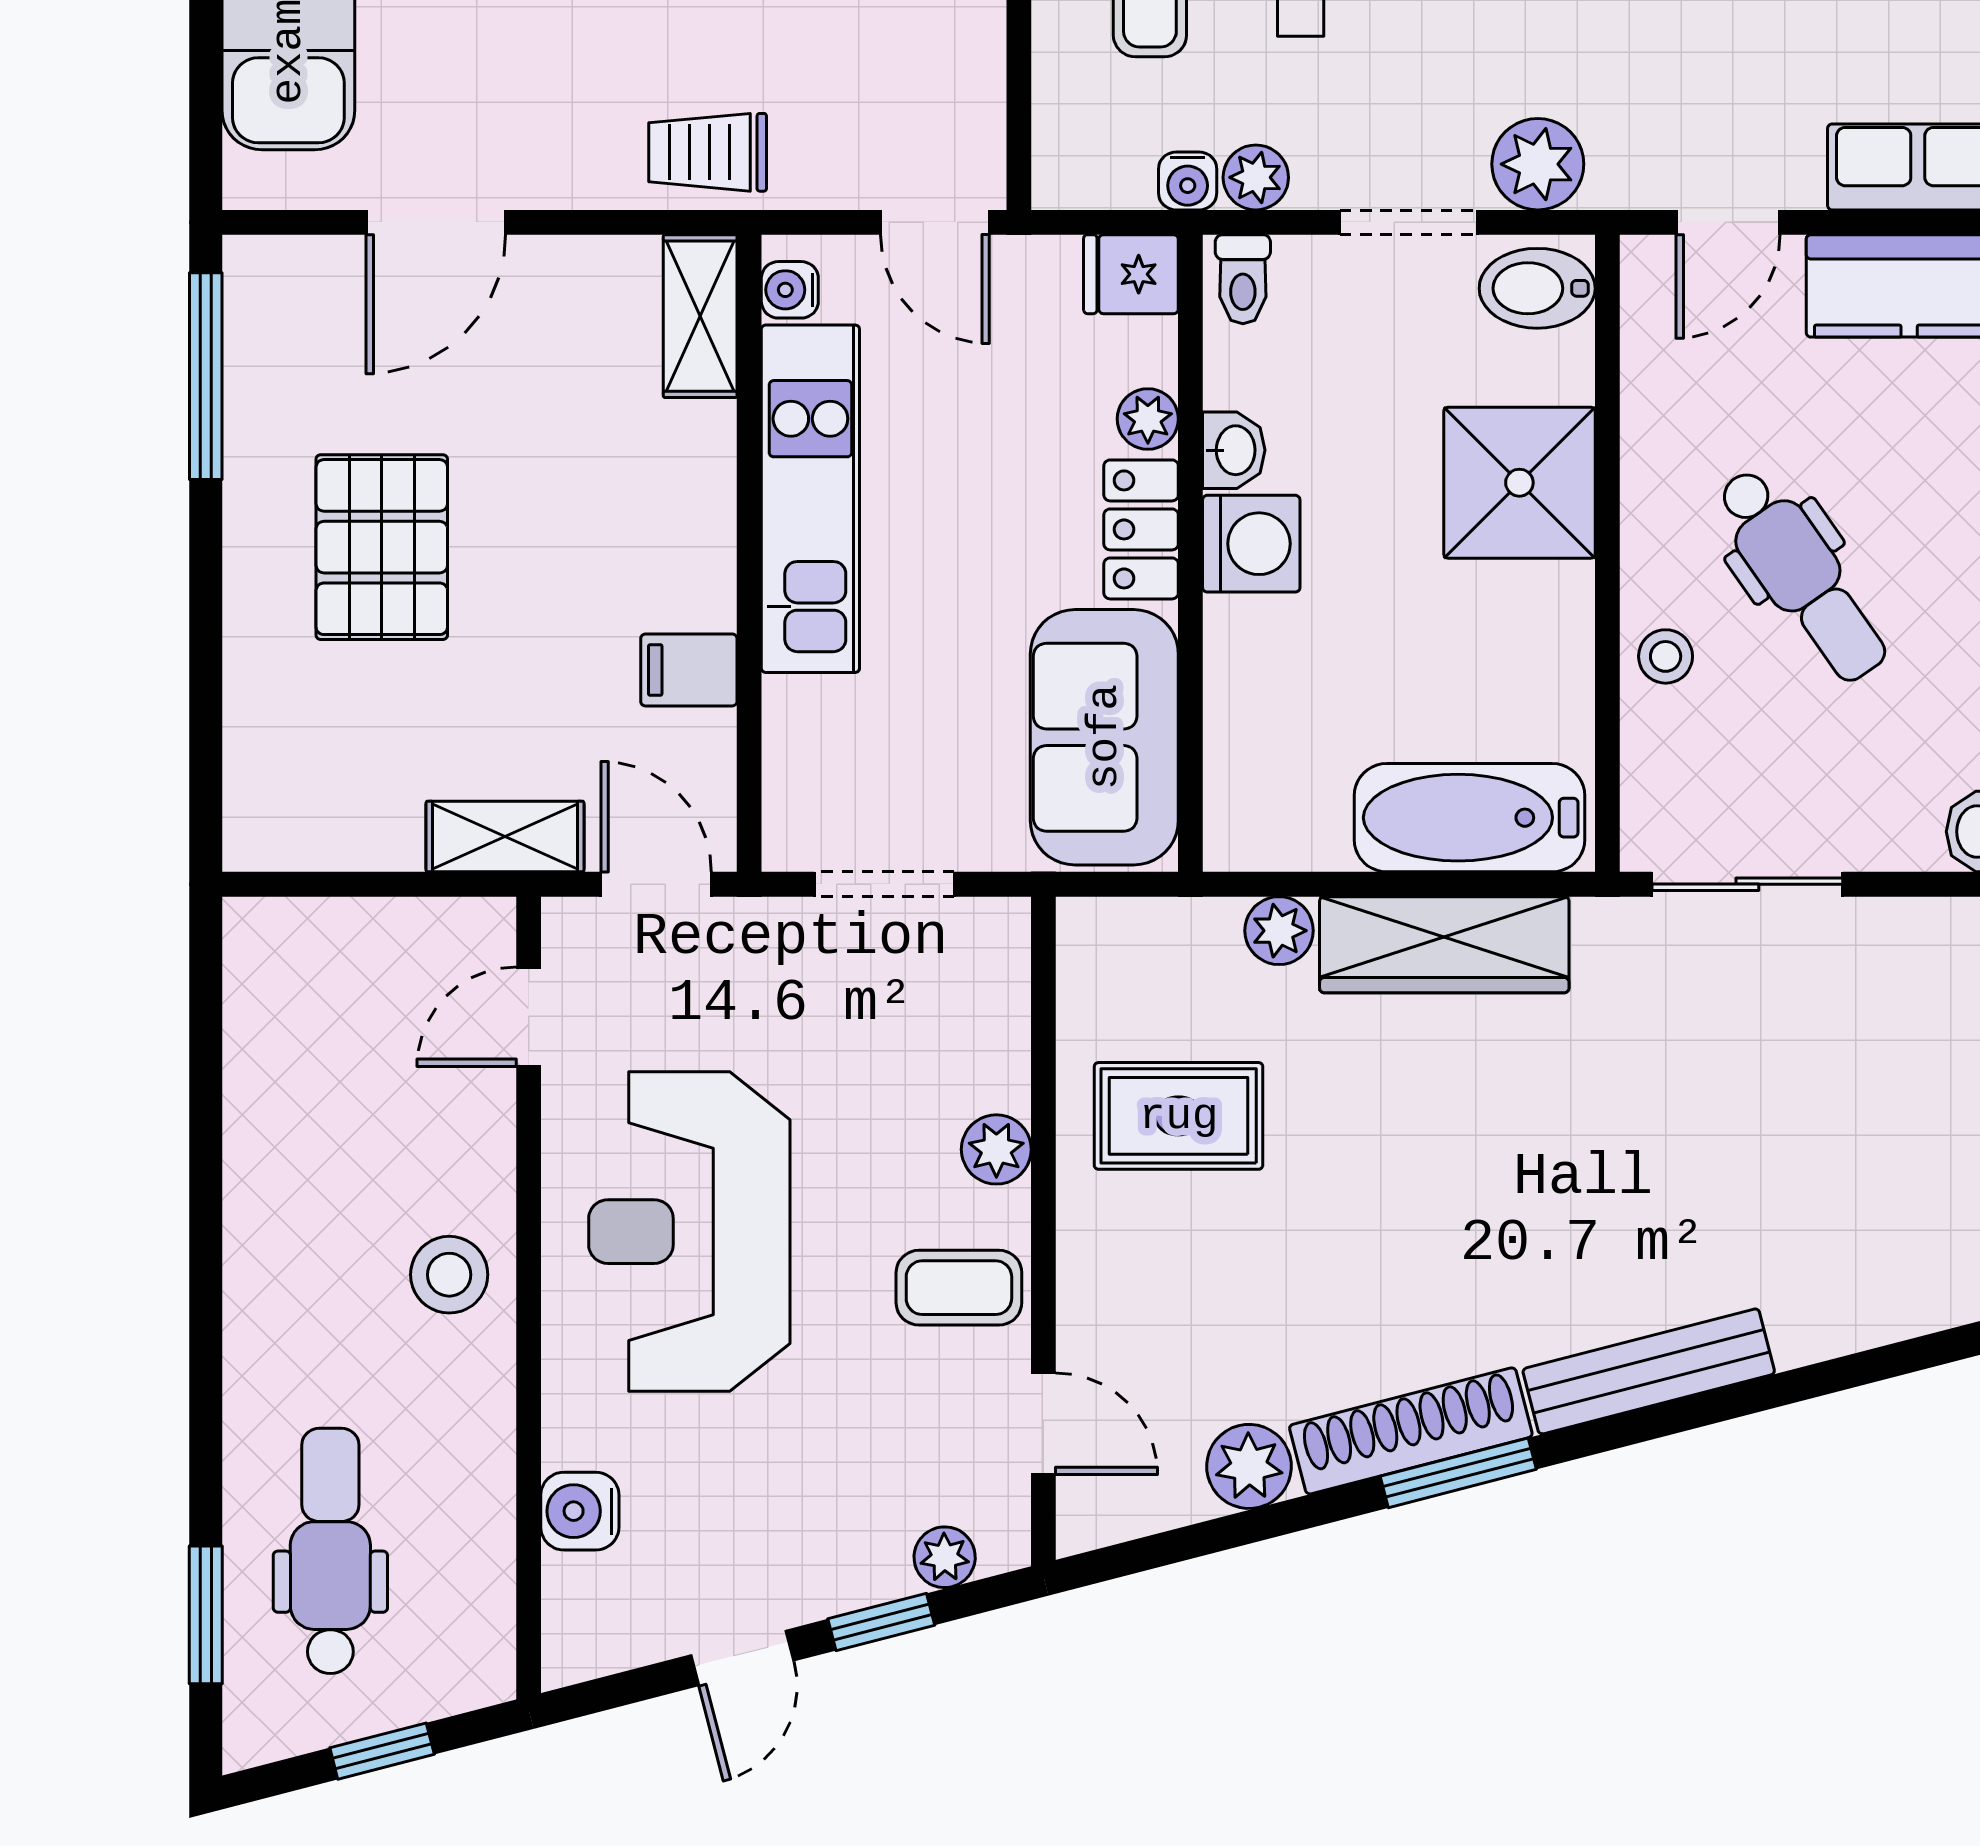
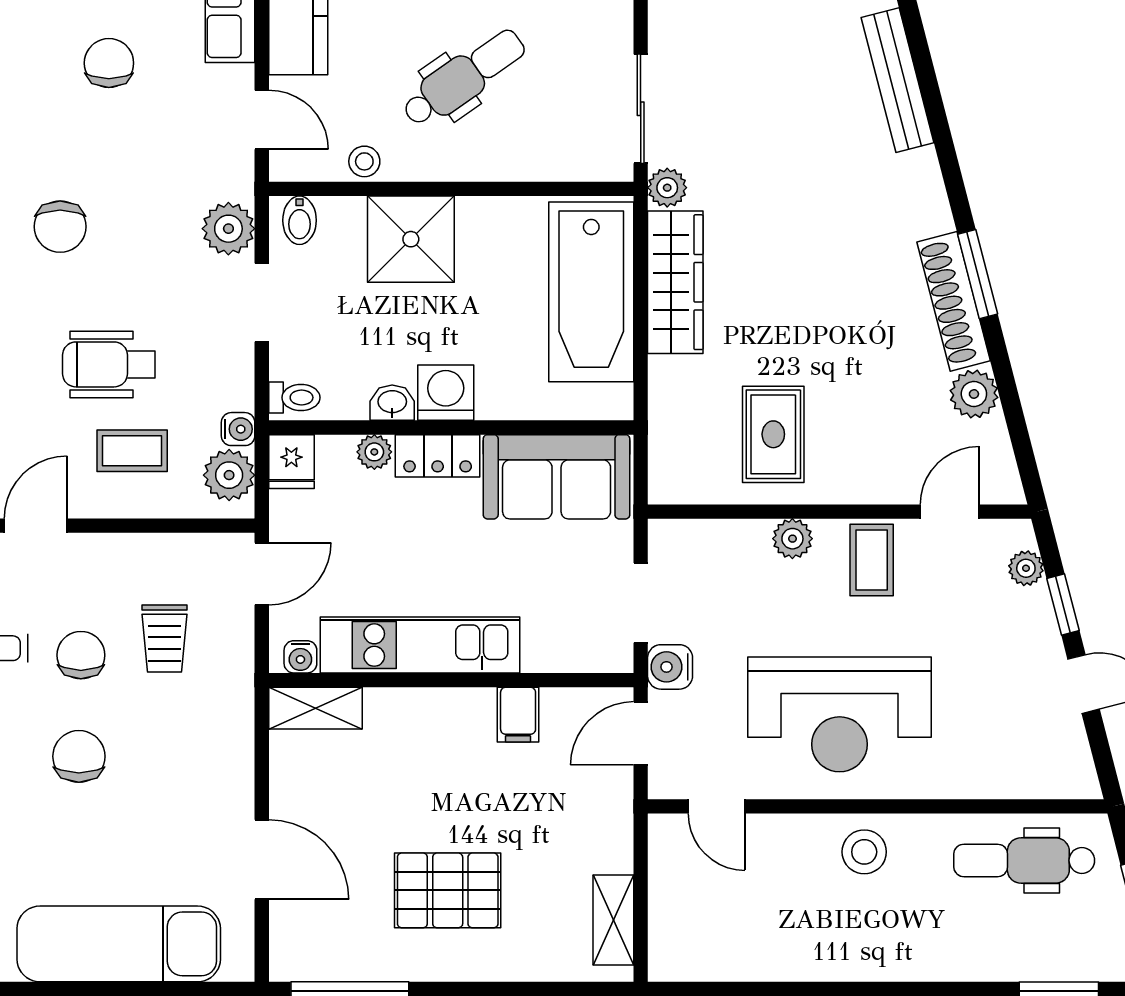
trolley: (708, 152) -> (165, 639), moved
plant: (1256, 177) -> (229, 475), moved, width x1.38, depth x1.38
bidet: (1537, 288) -> (300, 220), width x0.72, depth x0.74
stool: (1666, 656) -> (364, 161), moved
bathtub: (1470, 818) -> (591, 292), width x1.36, depth x1.36
shelving: (505, 836) -> (613, 920), moved
plant: (1279, 931) -> (667, 188), moved
bench: (1649, 1371) -> (898, 80), moved
water cooler: (580, 1511) -> (670, 667), moved, turned 90
dental chair: (330, 1551) -> (1024, 860), moved

